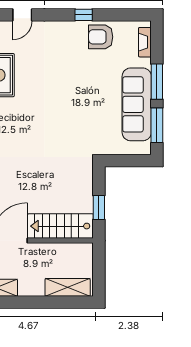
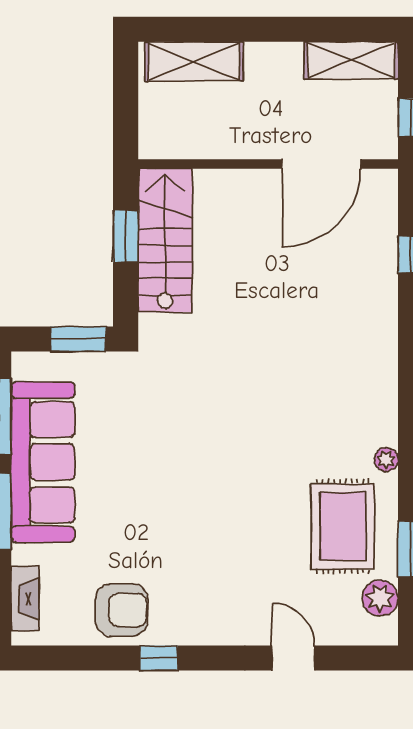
door: (22, 15) -> (293, 658), hinge flipped
window: (121, 161) -> (78, 339), added
stairs: (60, 226) -> (165, 240), moved, turned -90

